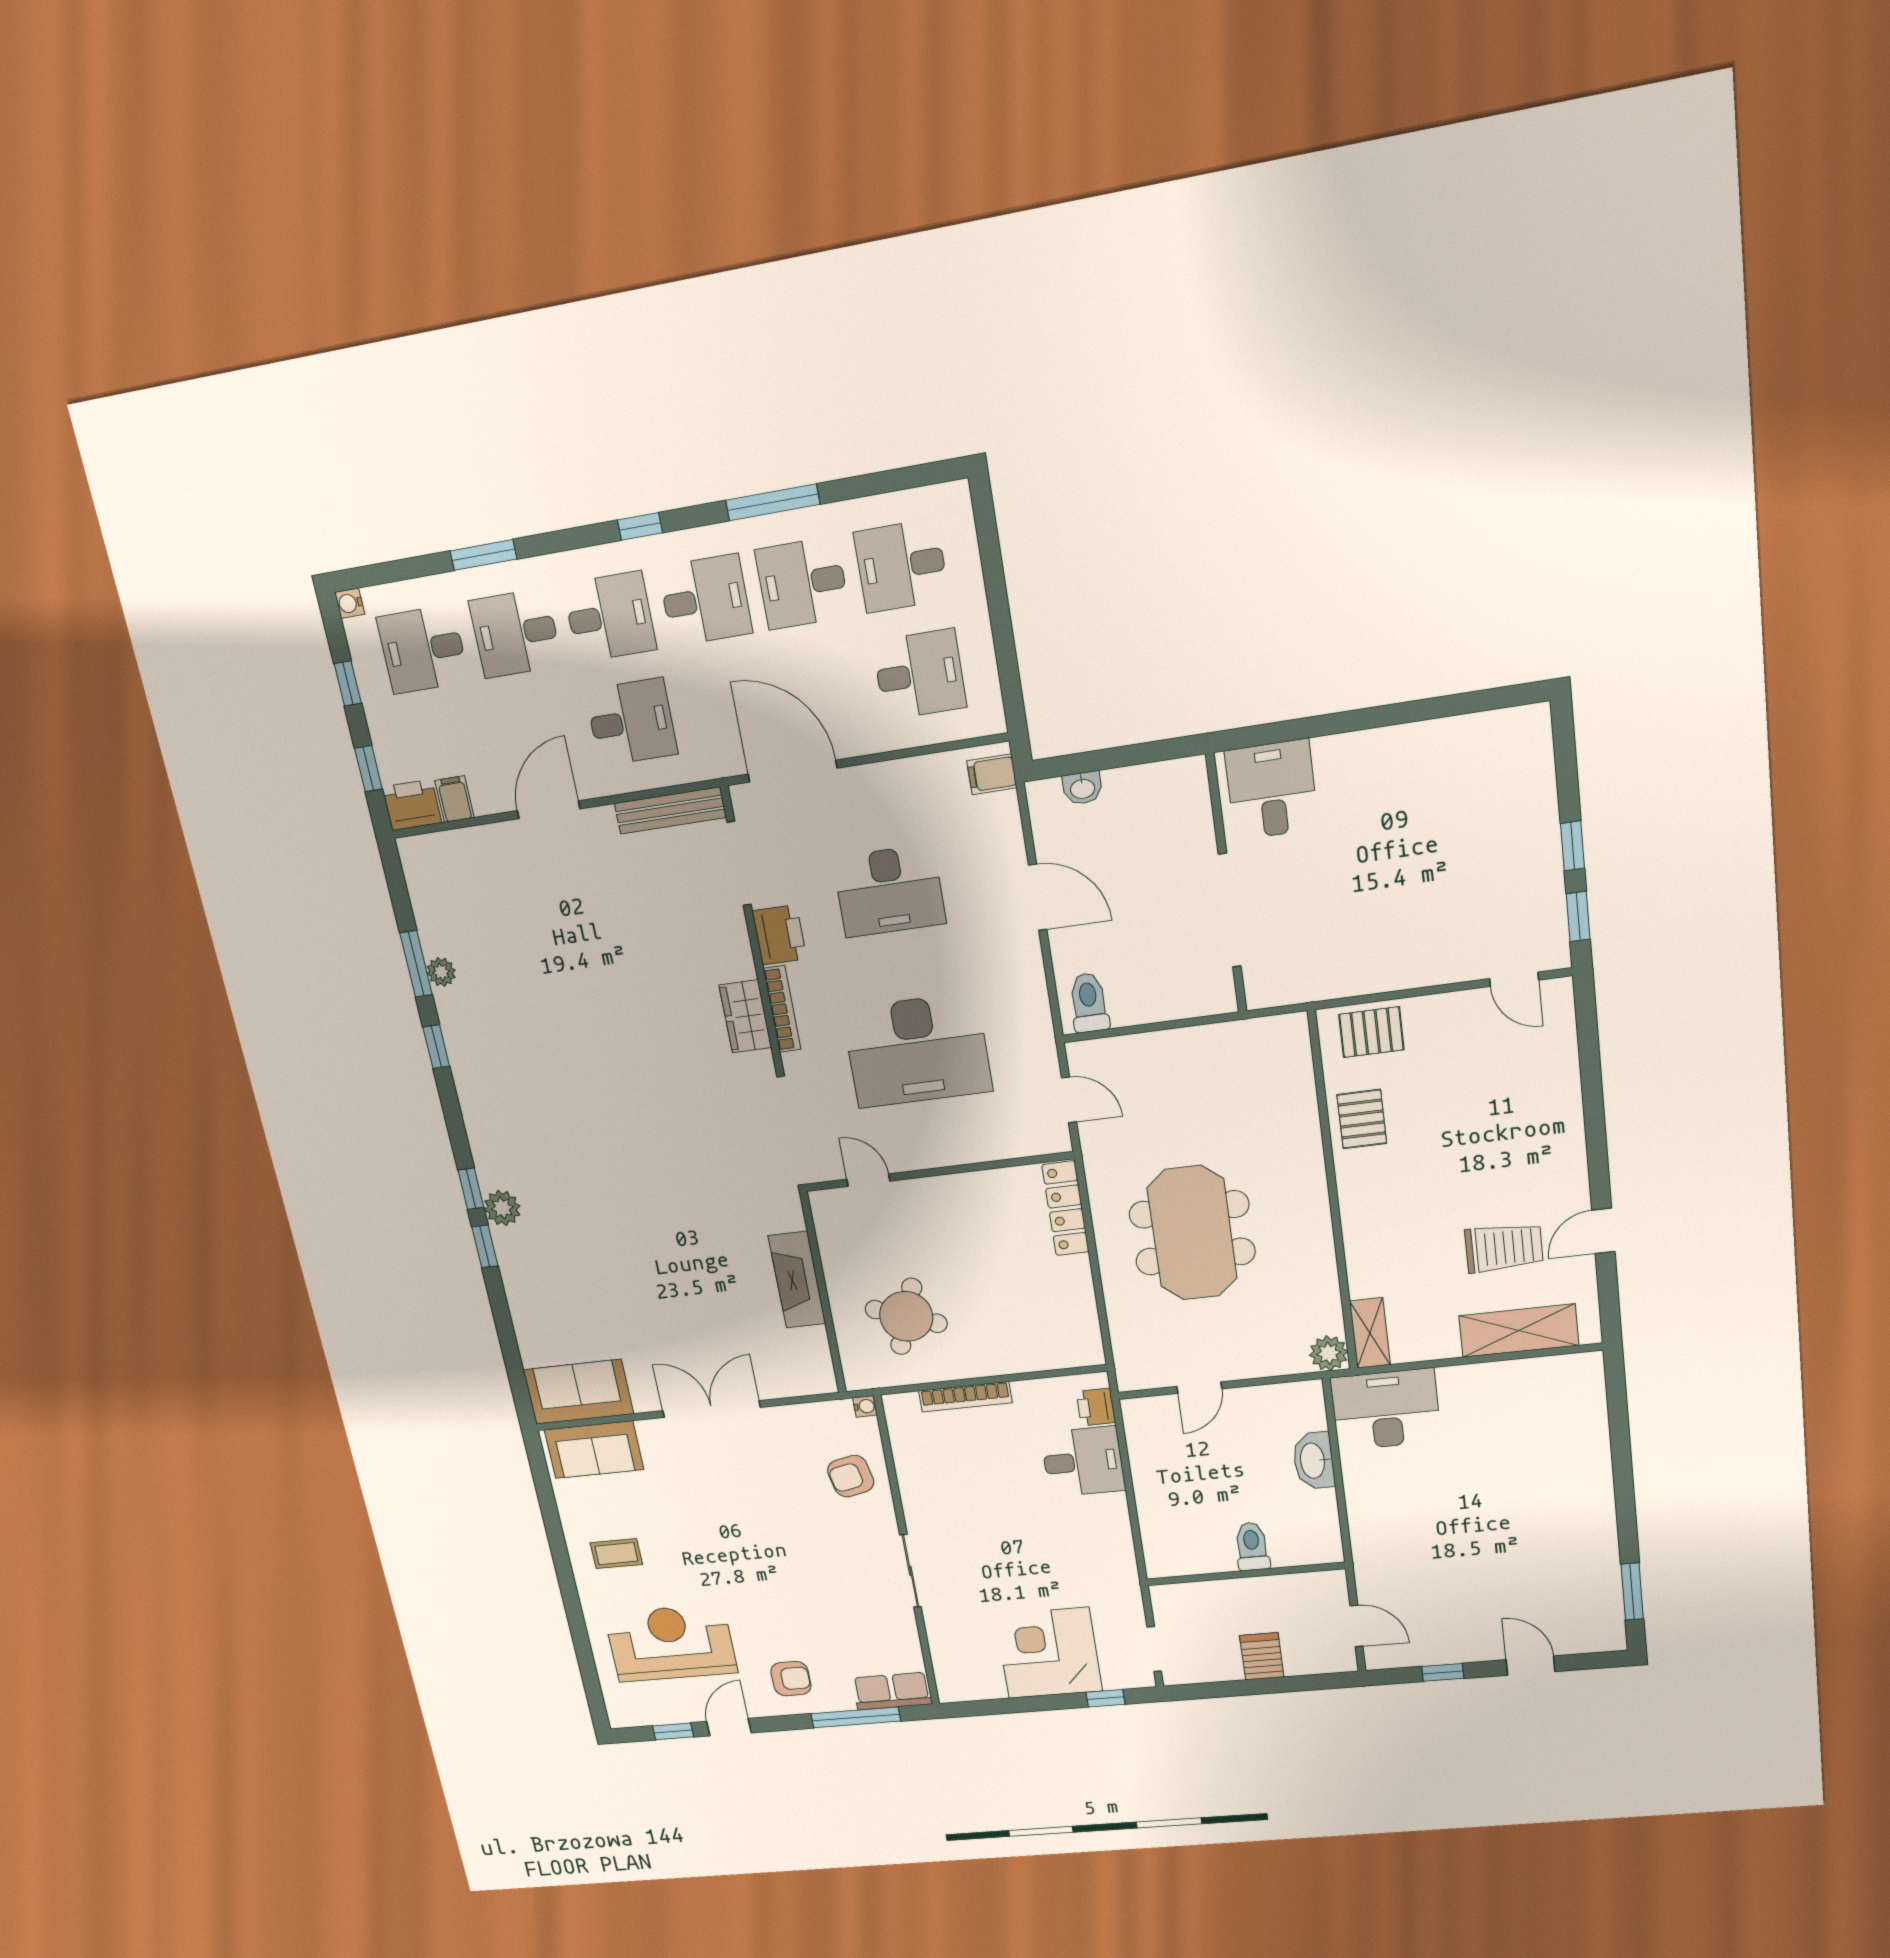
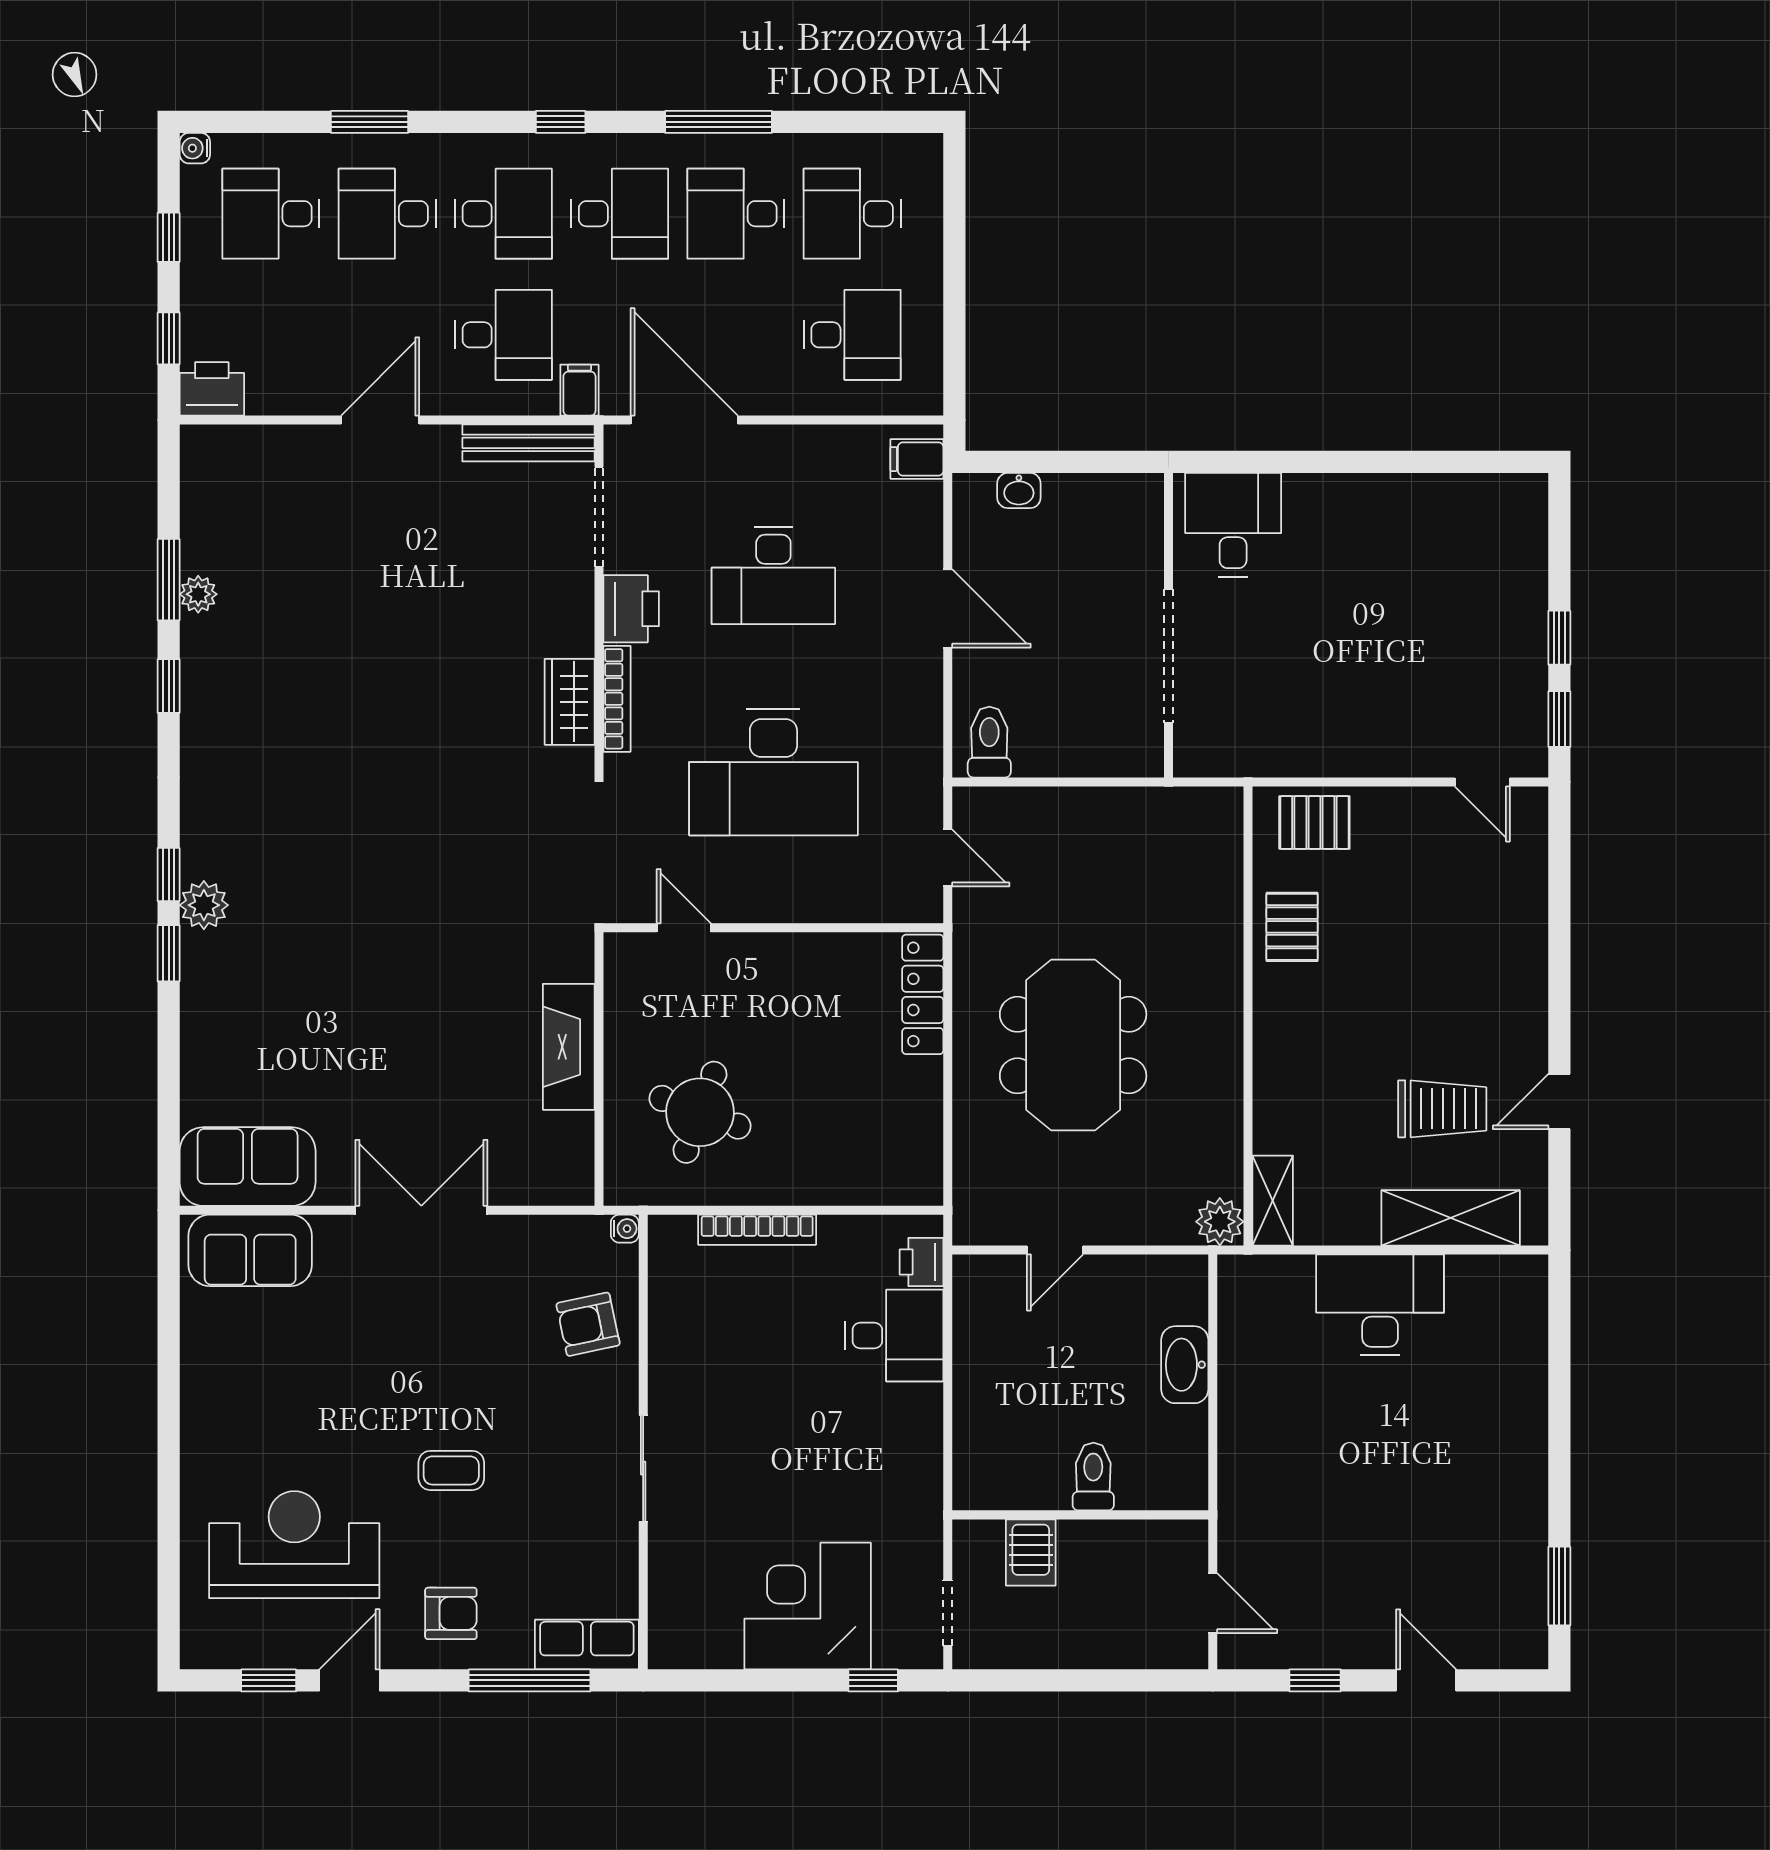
filing cabinet: (455, 799) -> (579, 390), moved
desk: (1386, 1409) -> (1380, 1305), moved
coffee table: (616, 1554) -> (451, 1470), moved
server rack: (1262, 1656) -> (1031, 1552), moved, turned 180

